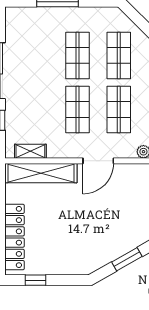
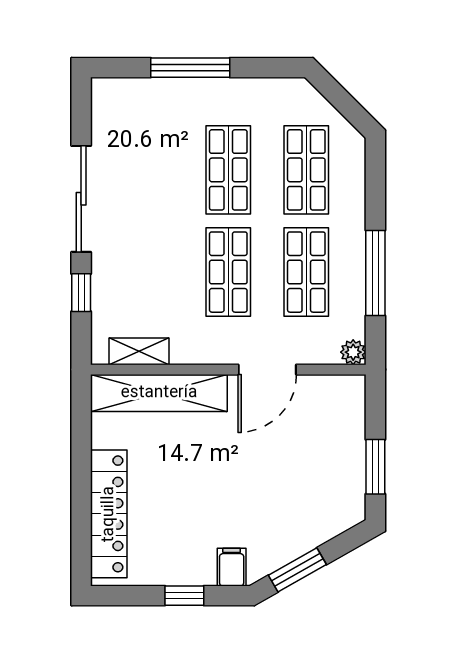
window: (127, 259) -> (297, 570), moved
filing cabinet: (79, 265) -> (232, 567), added
window: (35, 280) -> (184, 596), moved

